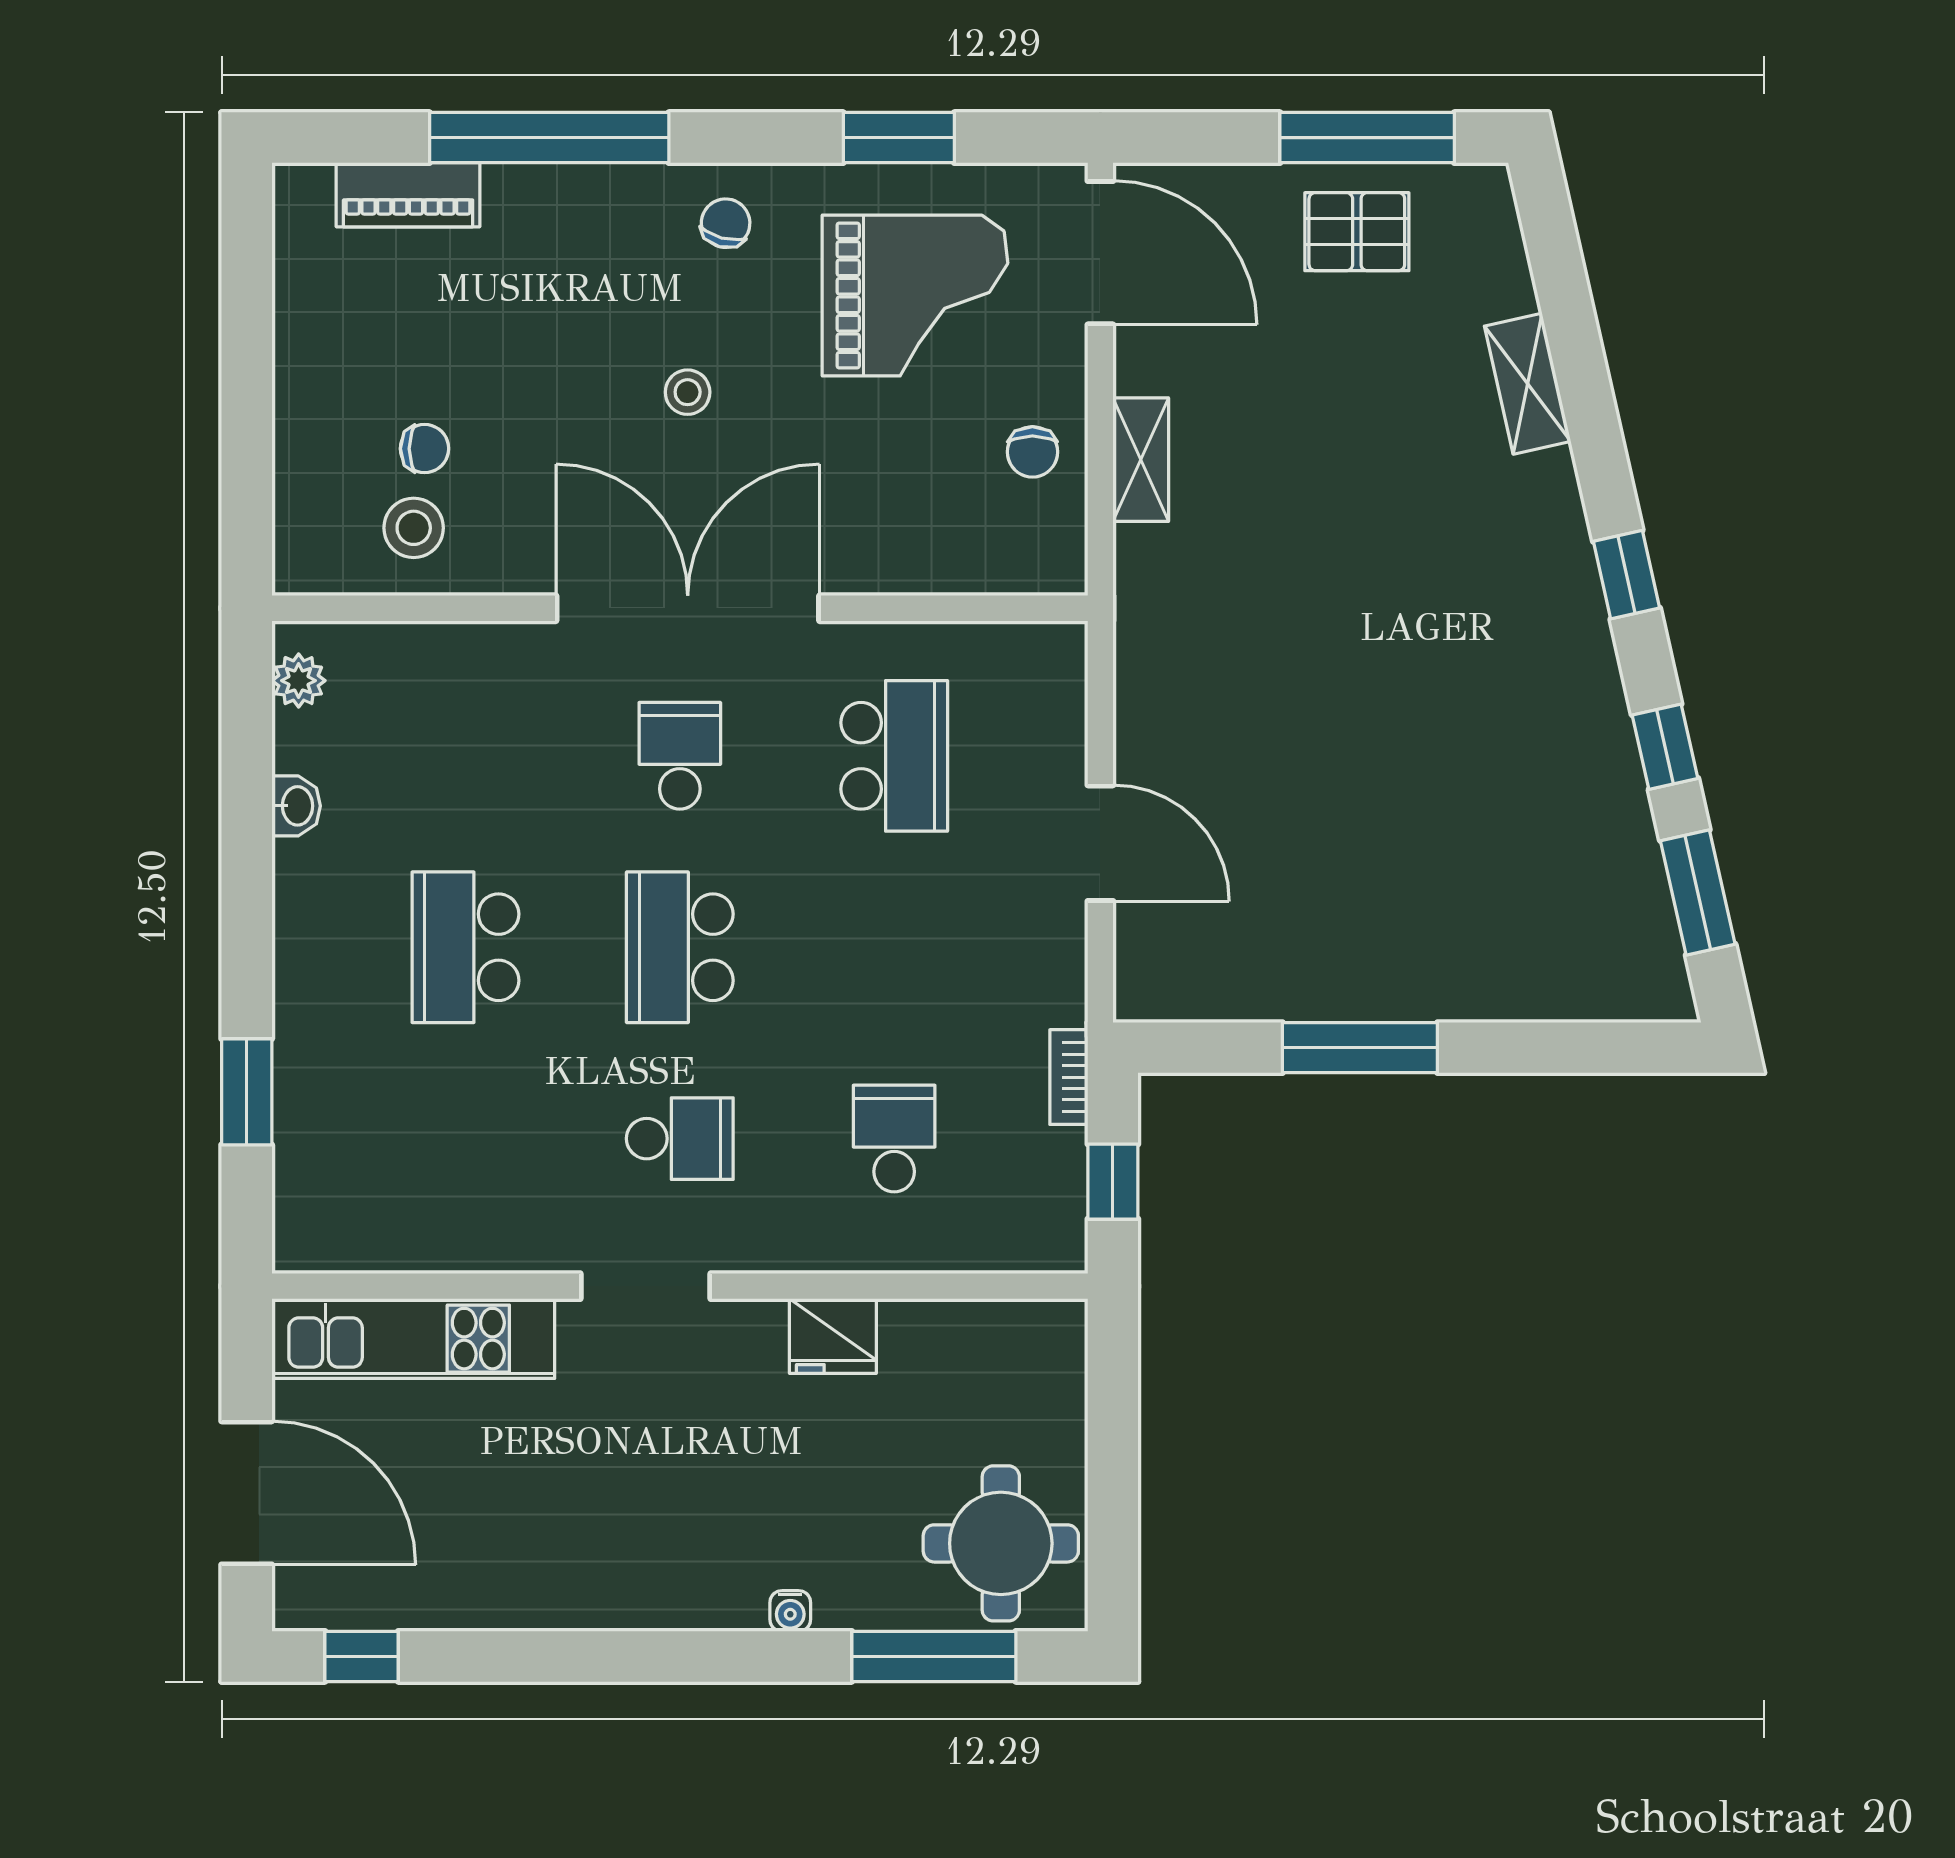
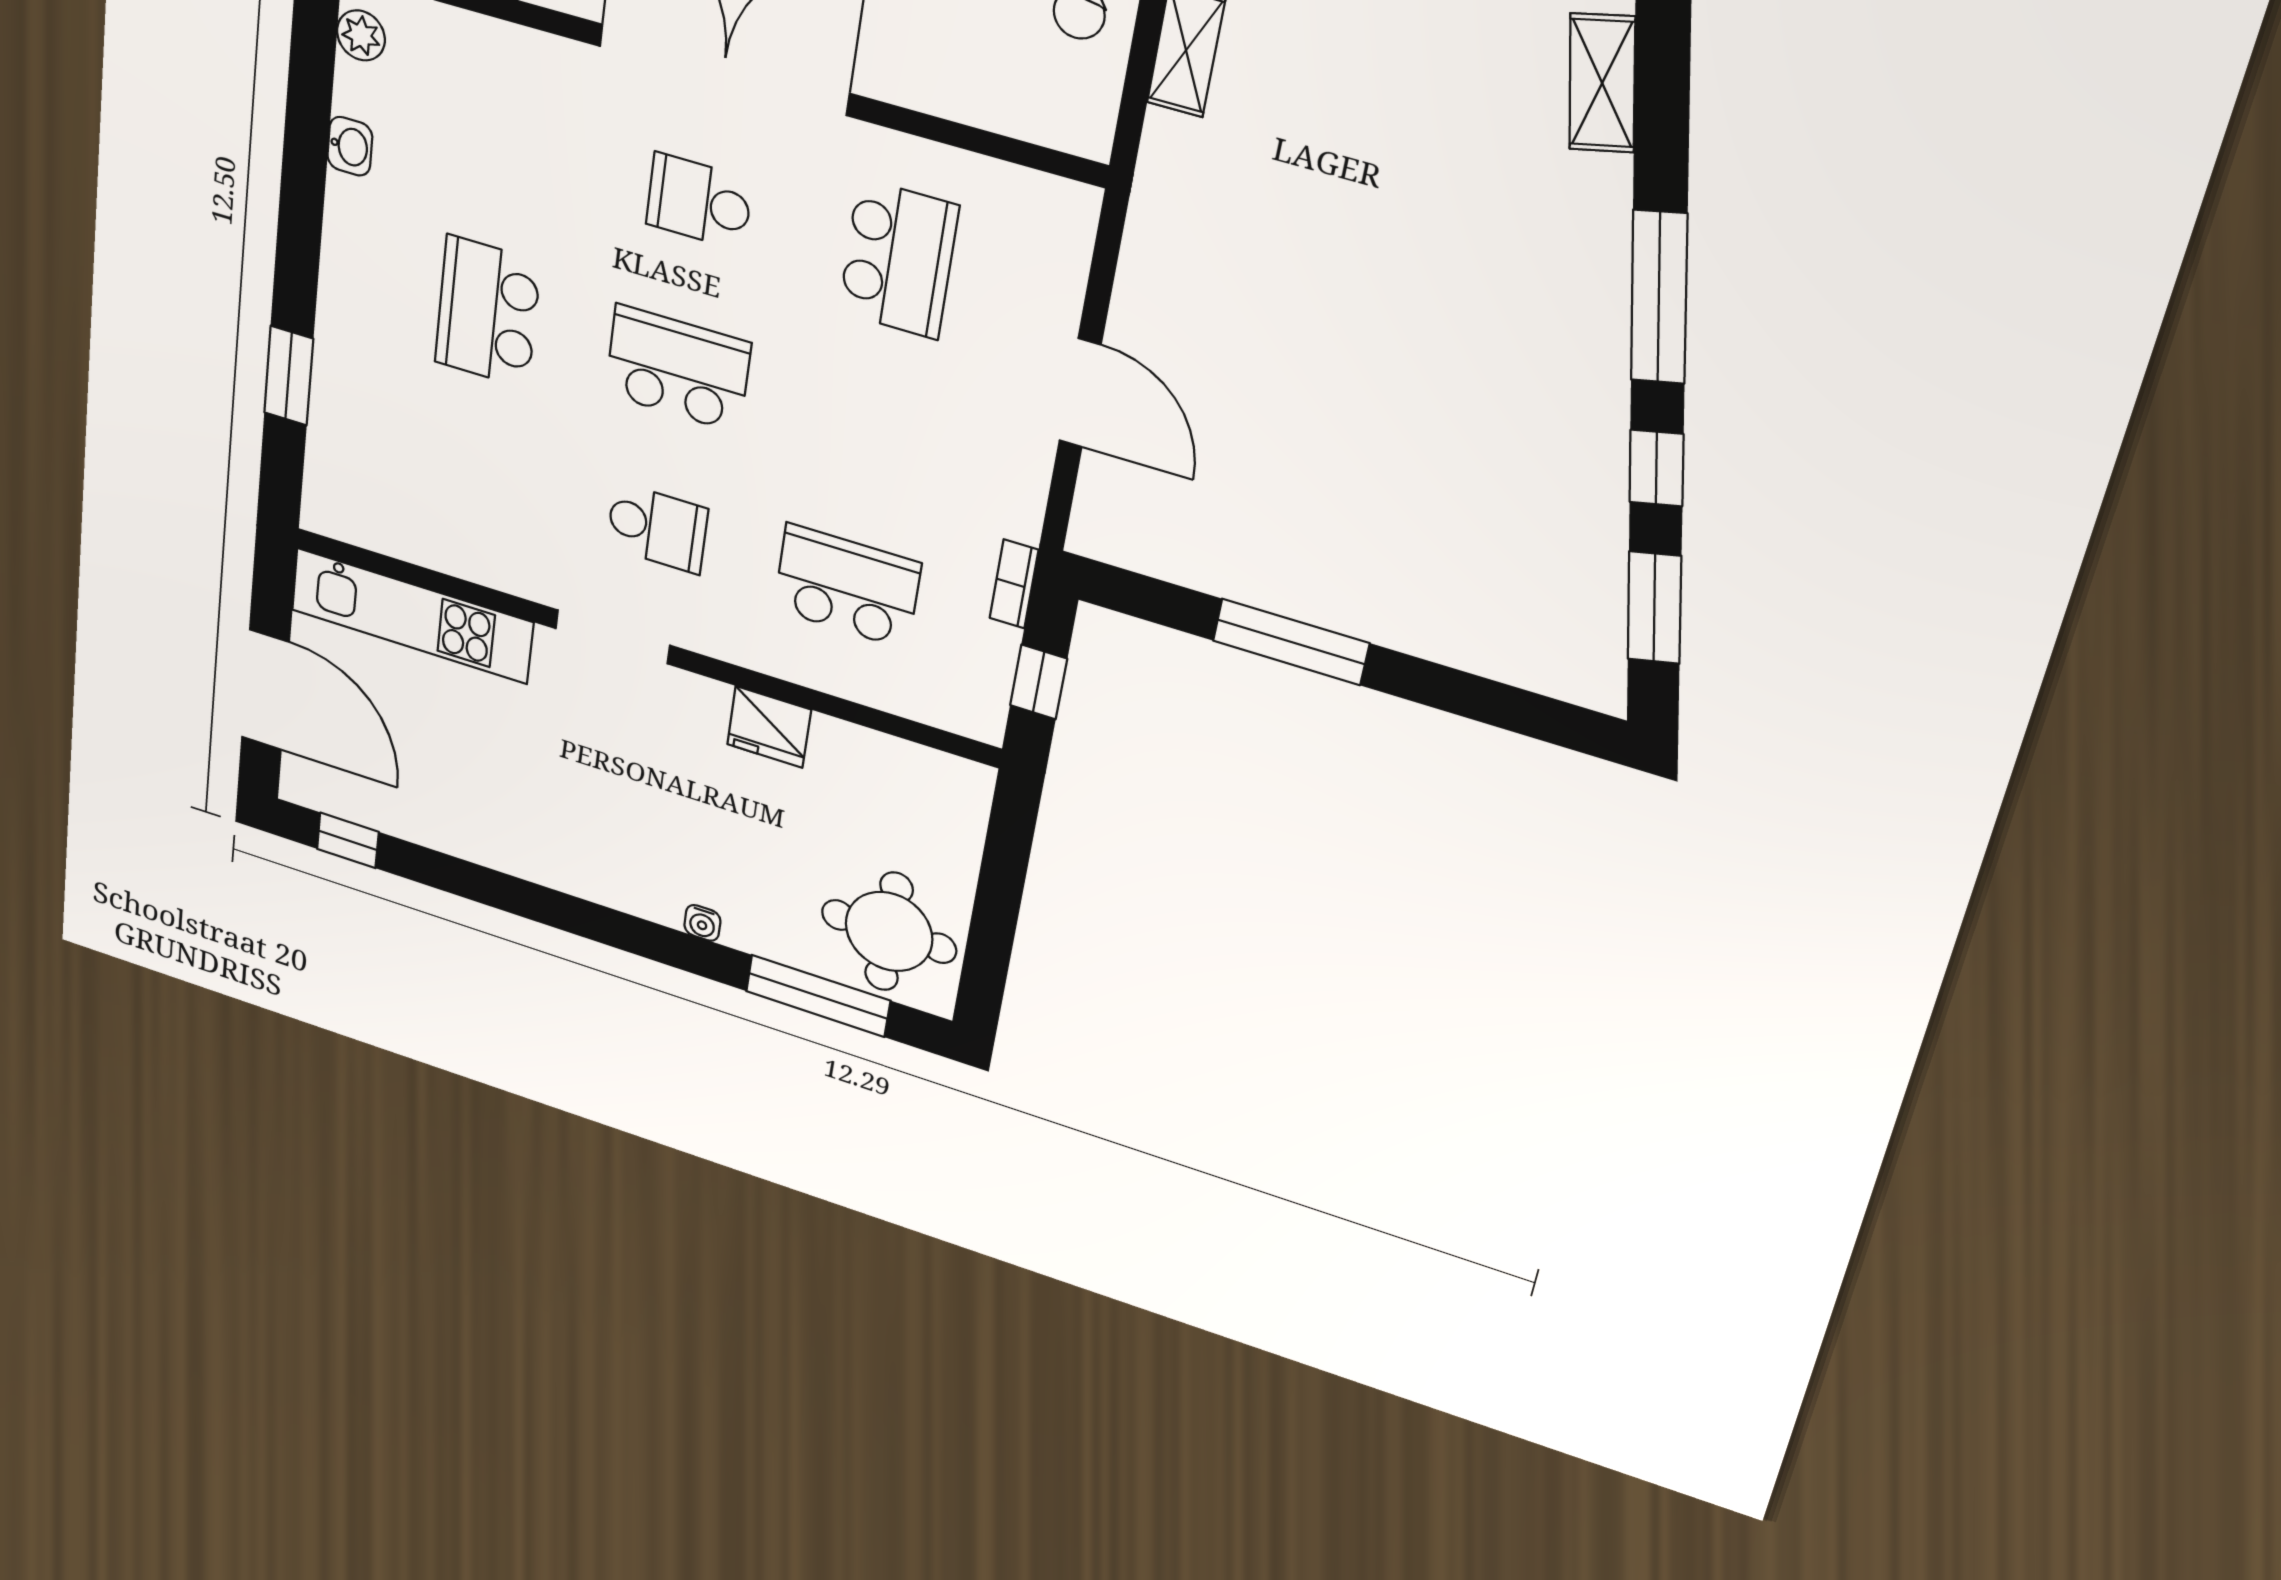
window: (1626, 575) -> (1659, 297), width x2.17
school desk: (680, 756) -> (699, 202), turned -90
school desk: (680, 947) -> (678, 368), turned 90
school desk: (894, 1139) -> (847, 586), width x1.85

